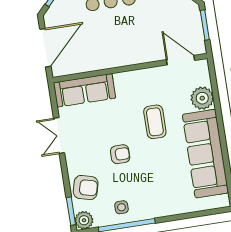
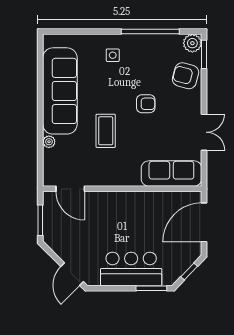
plant: (202, 98) -> (49, 142), width x0.53, depth x0.53
armchair: (120, 154) -> (146, 104), turned 180
side table: (121, 207) -> (113, 55), moved

